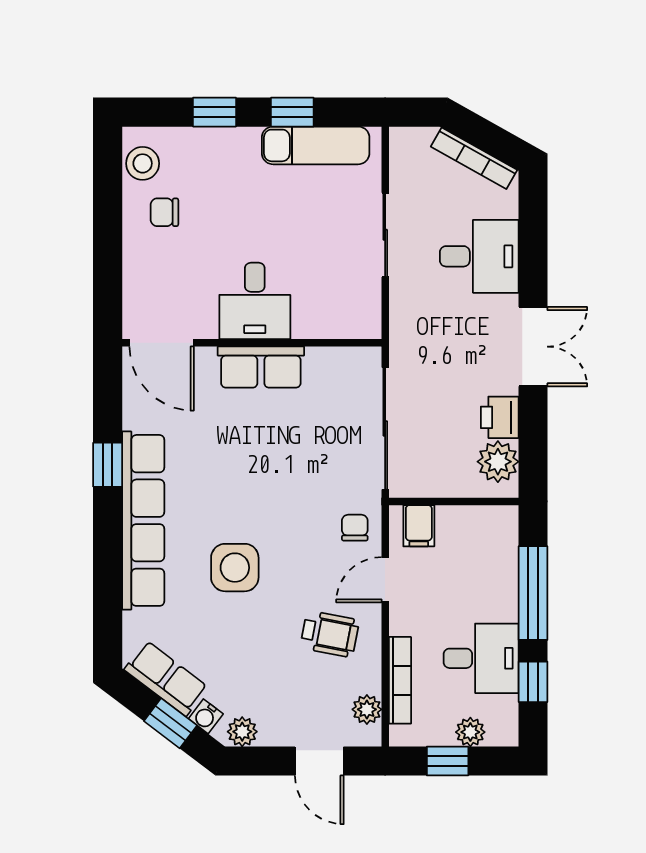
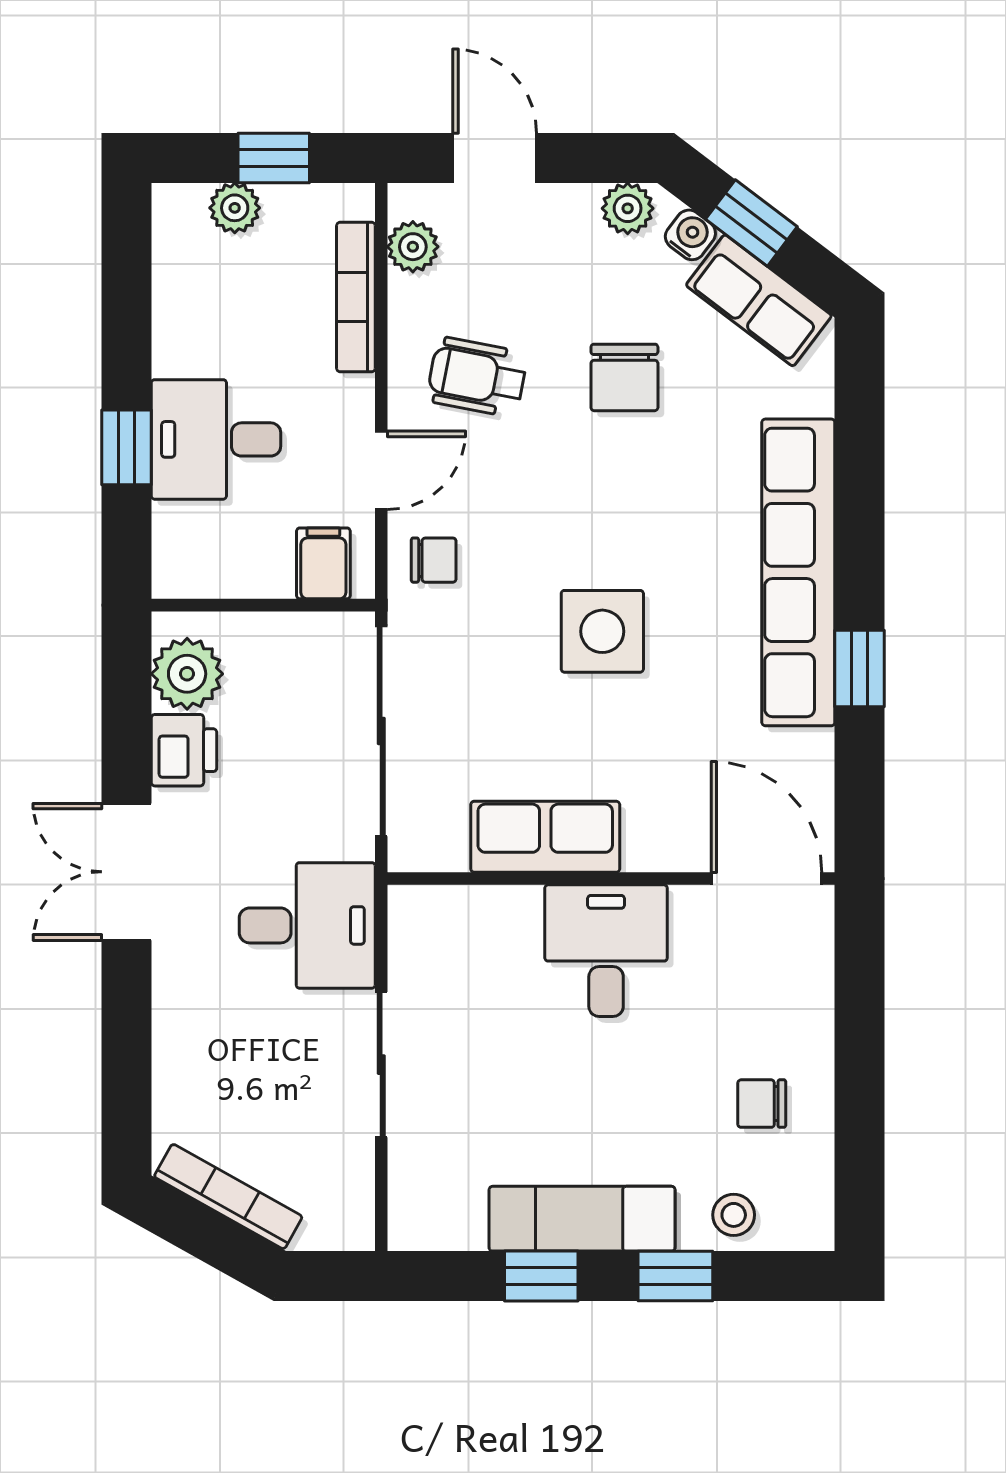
exam couch: (316, 145) -> (582, 1219), moved
stool: (143, 163) -> (734, 1215), moved, width x0.73, depth x0.73
chair: (164, 212) -> (762, 1104), turned 180
desk: (479, 256) -> (307, 925), moved, turned 180
row of seats: (261, 367) -> (545, 837), moved
chair: (355, 528) -> (434, 560), turned -90
side table: (235, 568) -> (602, 631), moved
window: (533, 593) -> (127, 447), width x0.46
chair: (244, 634) -> (624, 377), added
desk: (481, 658) -> (216, 439), moved
window: (533, 682) -> (127, 294), removed

